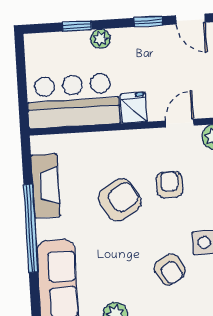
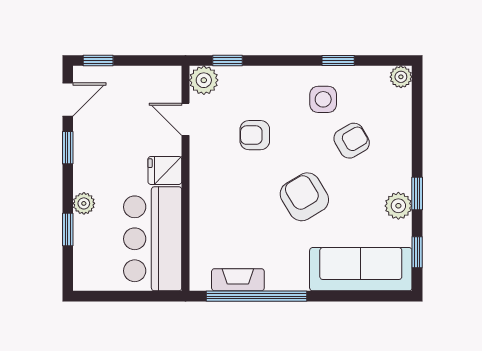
fireplace: (46, 186) -> (238, 280), width x0.73, depth x0.76
armchair: (120, 200) -> (304, 197), moved
window: (31, 228) -> (256, 296), moved

